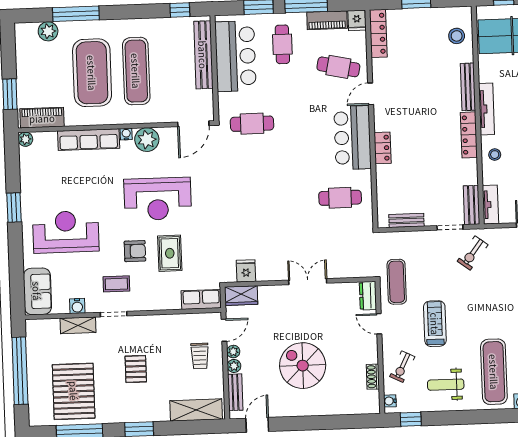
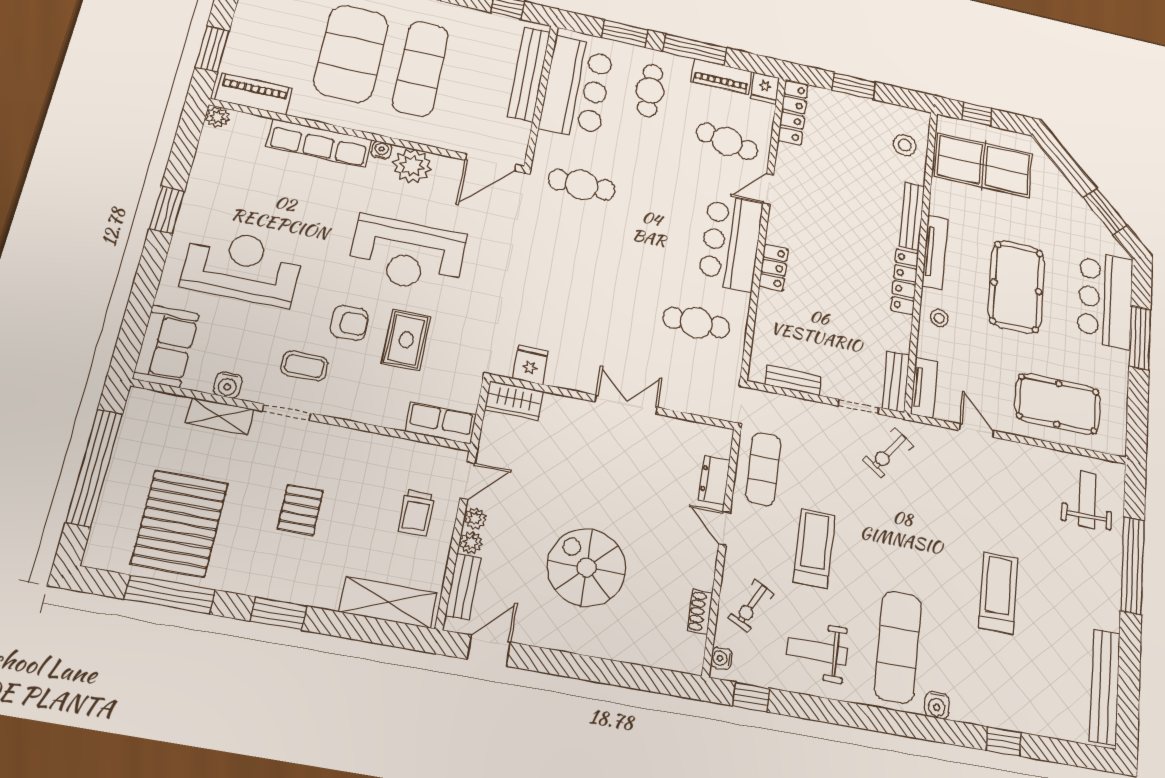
fridge: (246, 271) -> (530, 365), moved
wall: (300, 282) -> (614, 402), moved
double door: (308, 282) -> (626, 405), moved
wardrobe: (241, 296) -> (514, 401), moved

